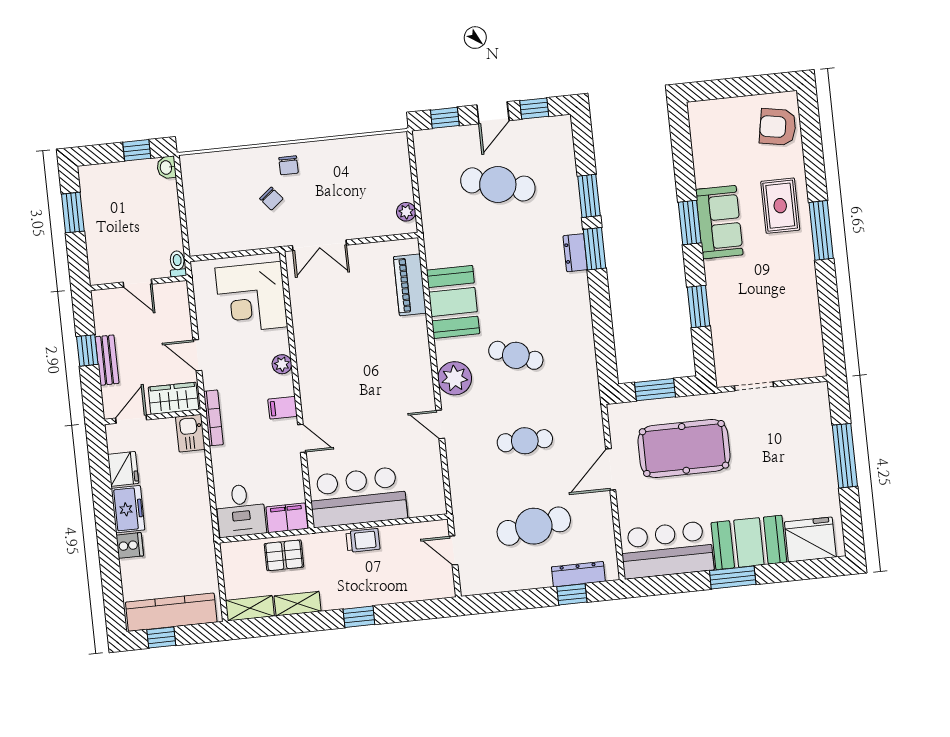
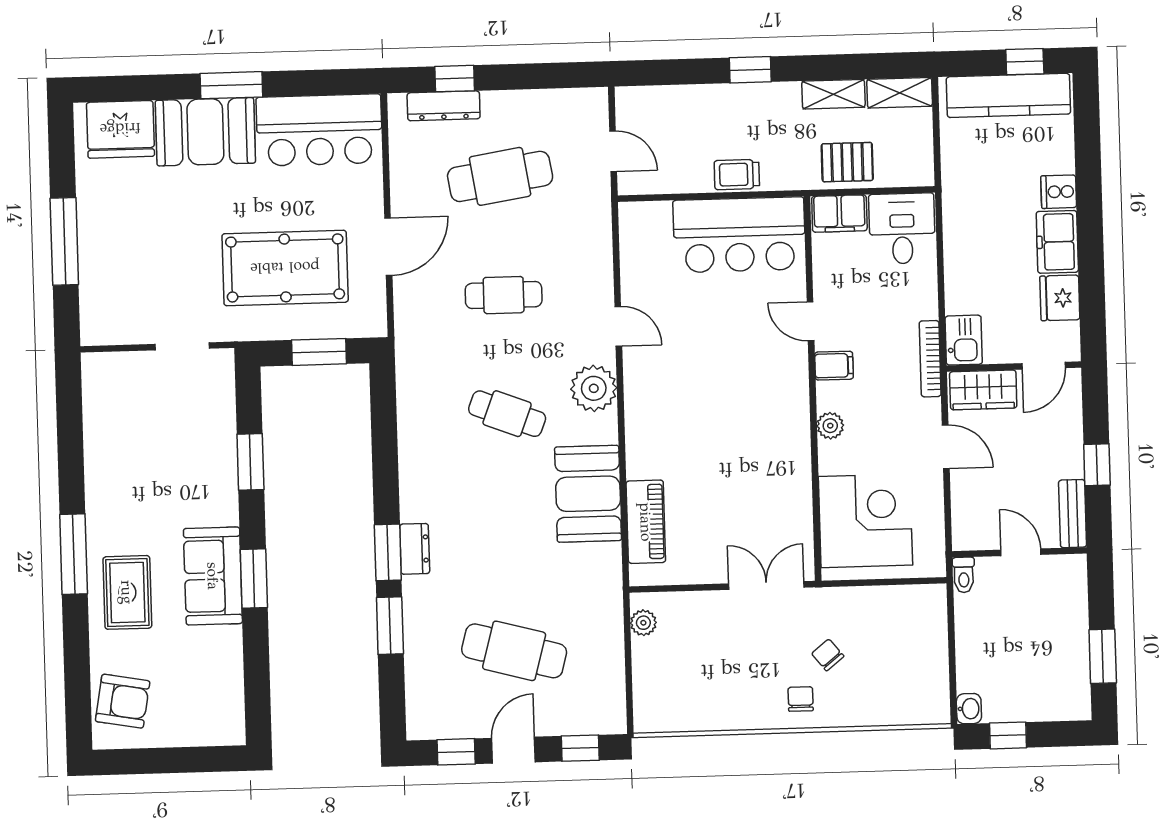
bench: (107, 360) -> (1073, 514), moved

